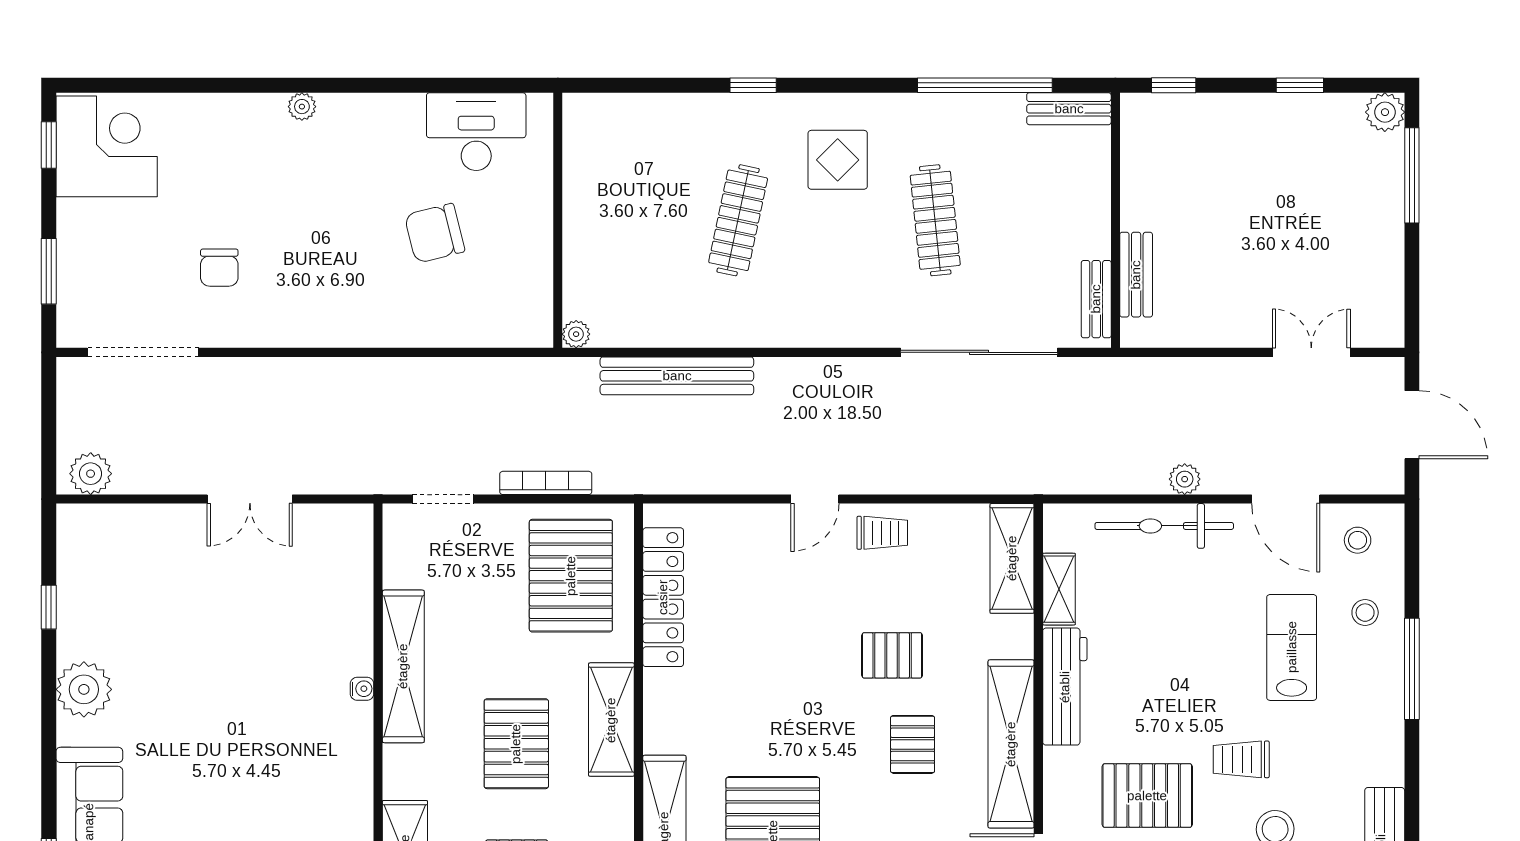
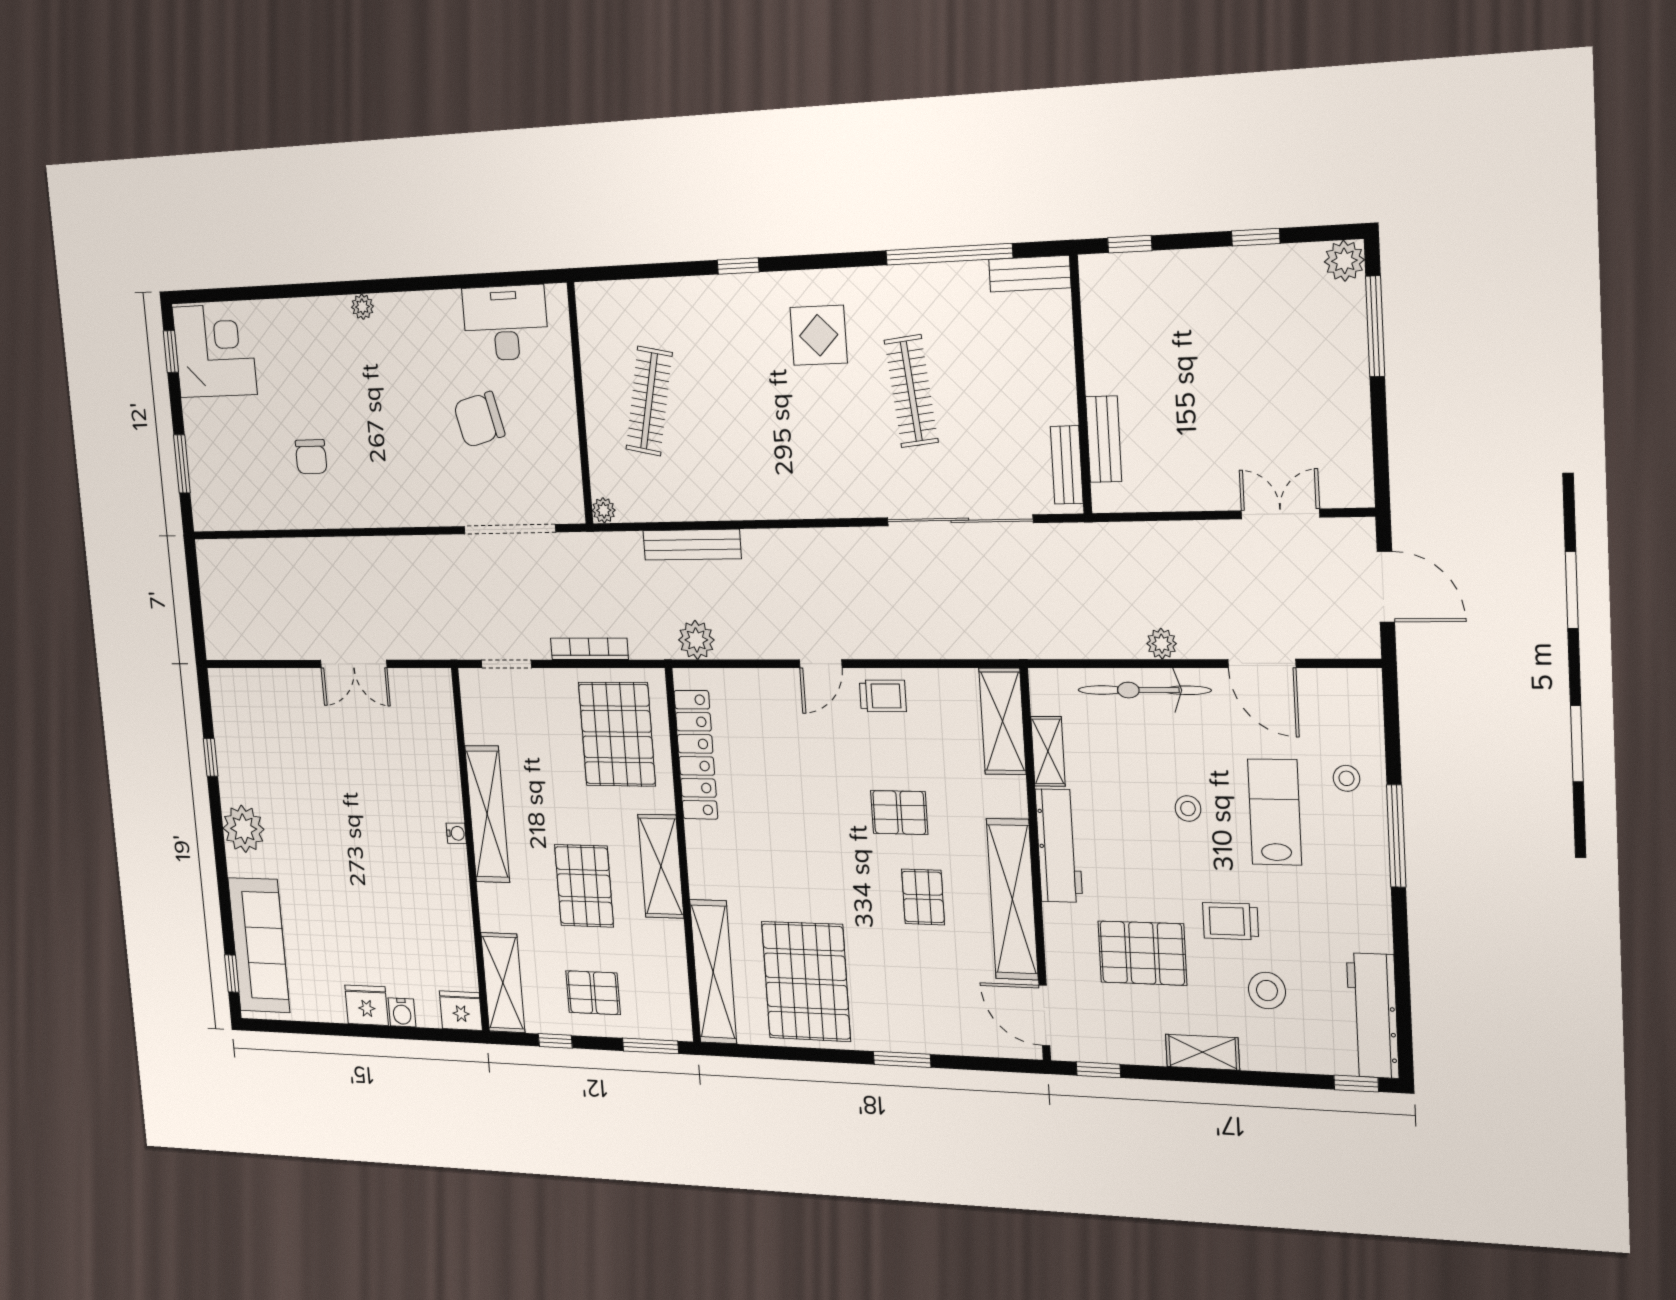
clothes rail: (738, 220) -> (649, 401), moved
doorway: (143, 352) -> (510, 529), moved
bench: (677, 376) -> (692, 545), width x0.73, depth x0.82
plant: (91, 474) -> (696, 640), moved
stool: (1358, 540) -> (1188, 809), moved

